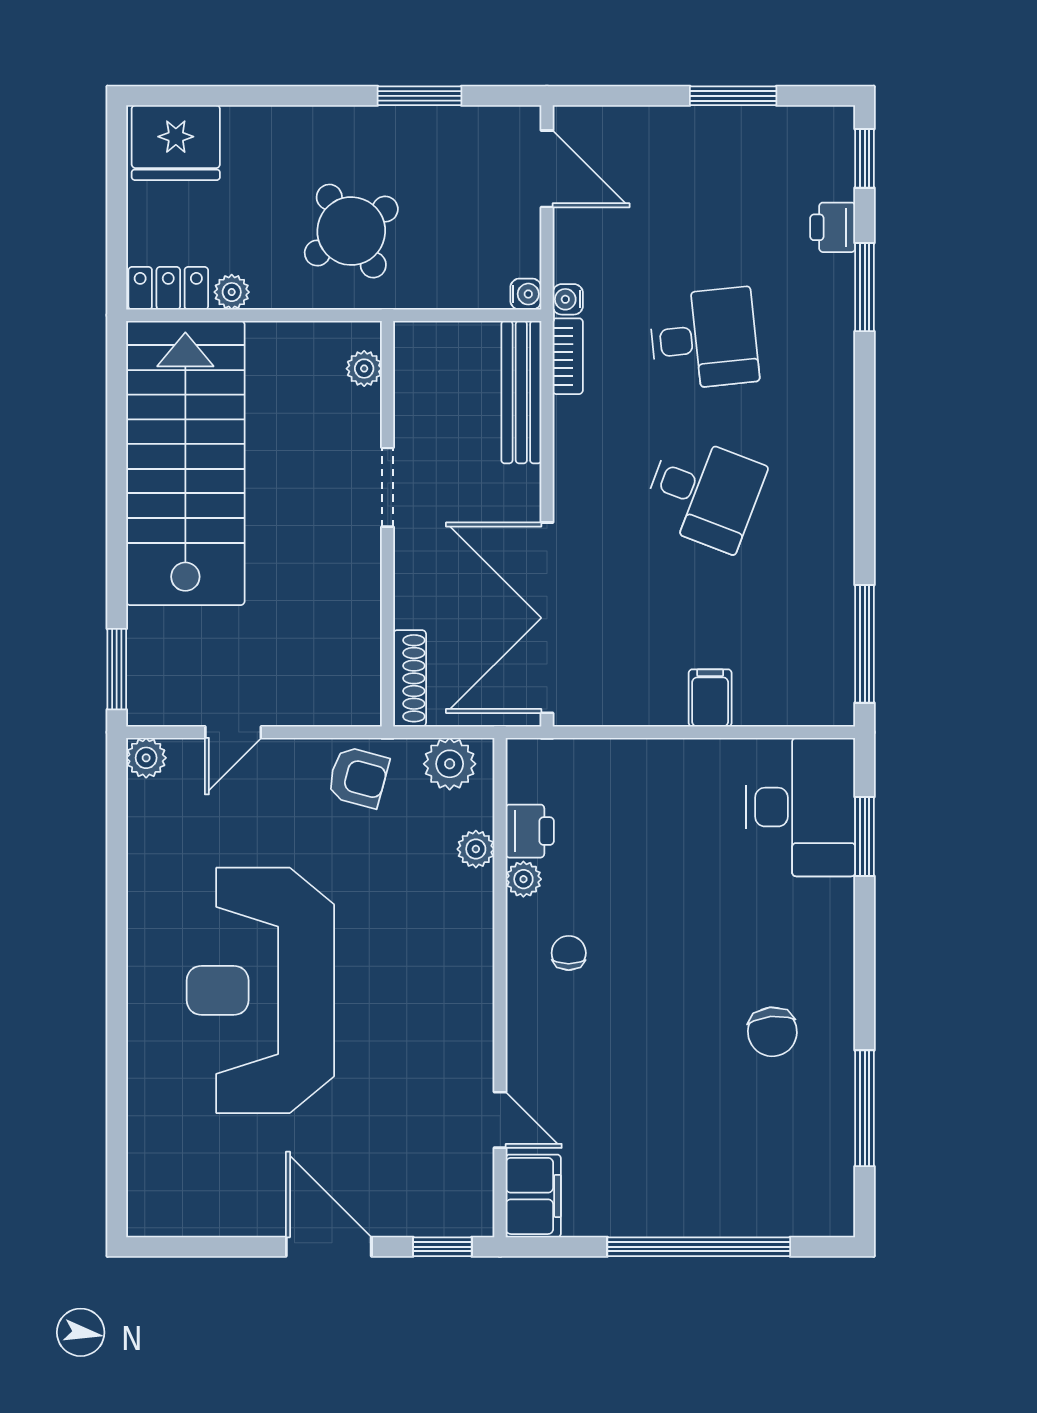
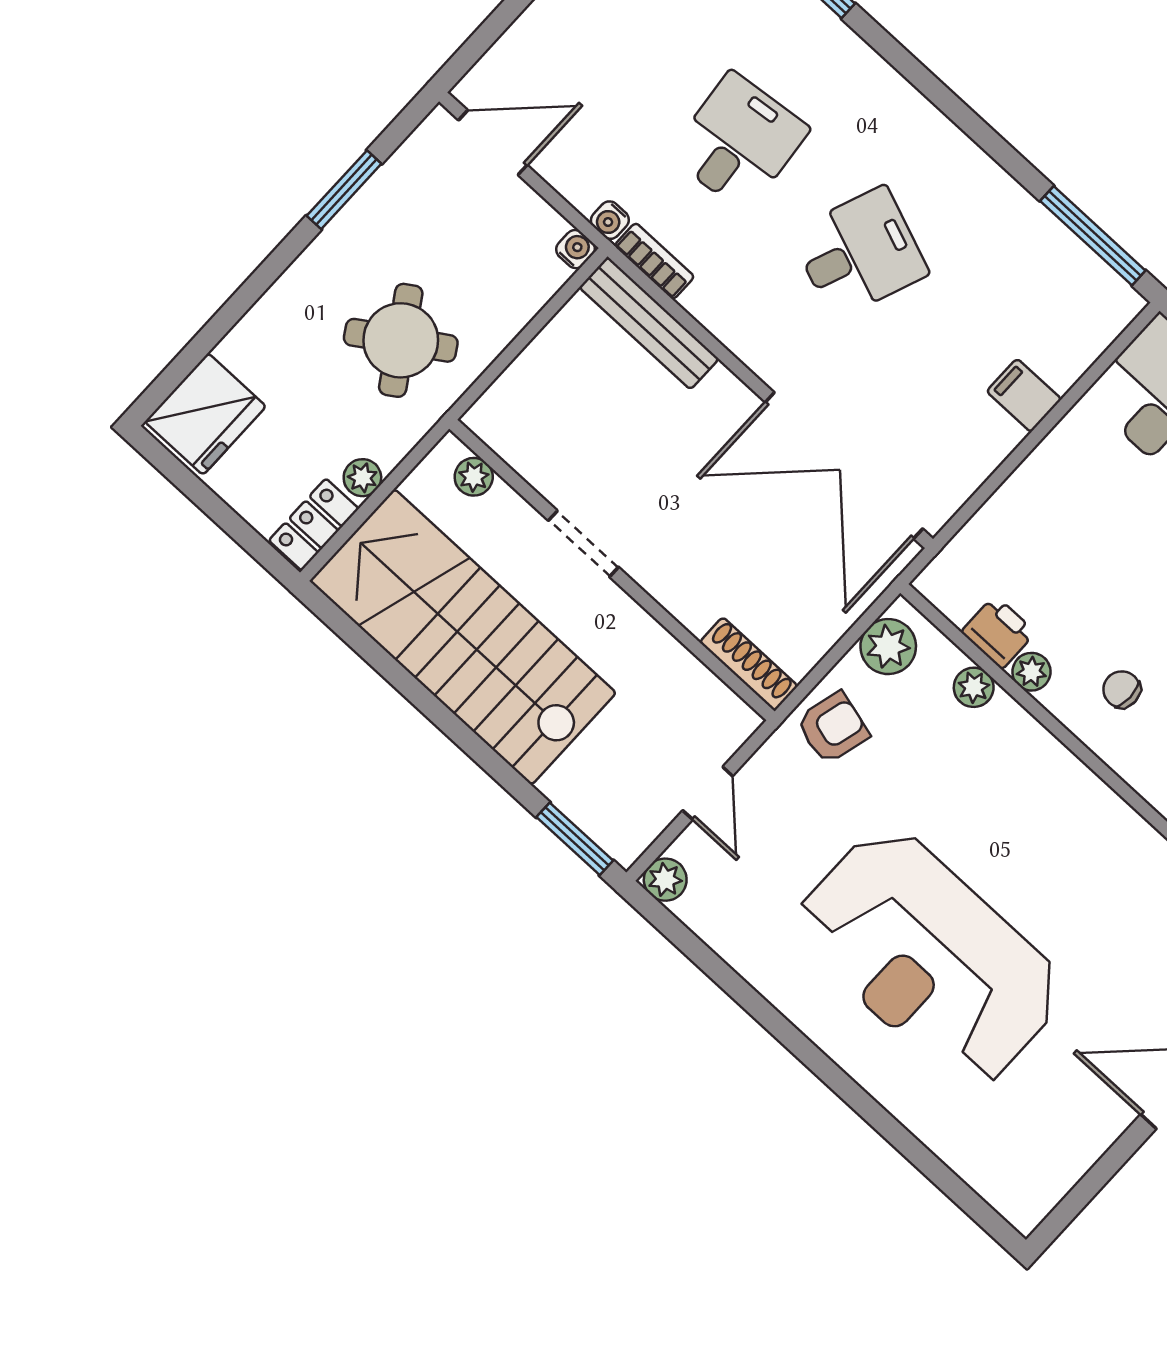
plant: (364, 369) -> (474, 477), moved
doorway: (388, 487) -> (583, 544), moved
wall: (388, 524) -> (612, 570), moved
shoe rack: (410, 678) -> (749, 664), moved

